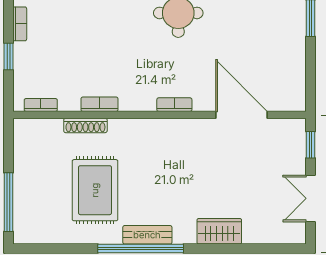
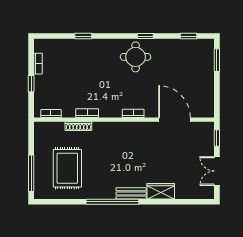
rug: (95, 190) -> (67, 168), moved
bench: (147, 235) -> (131, 193), moved

